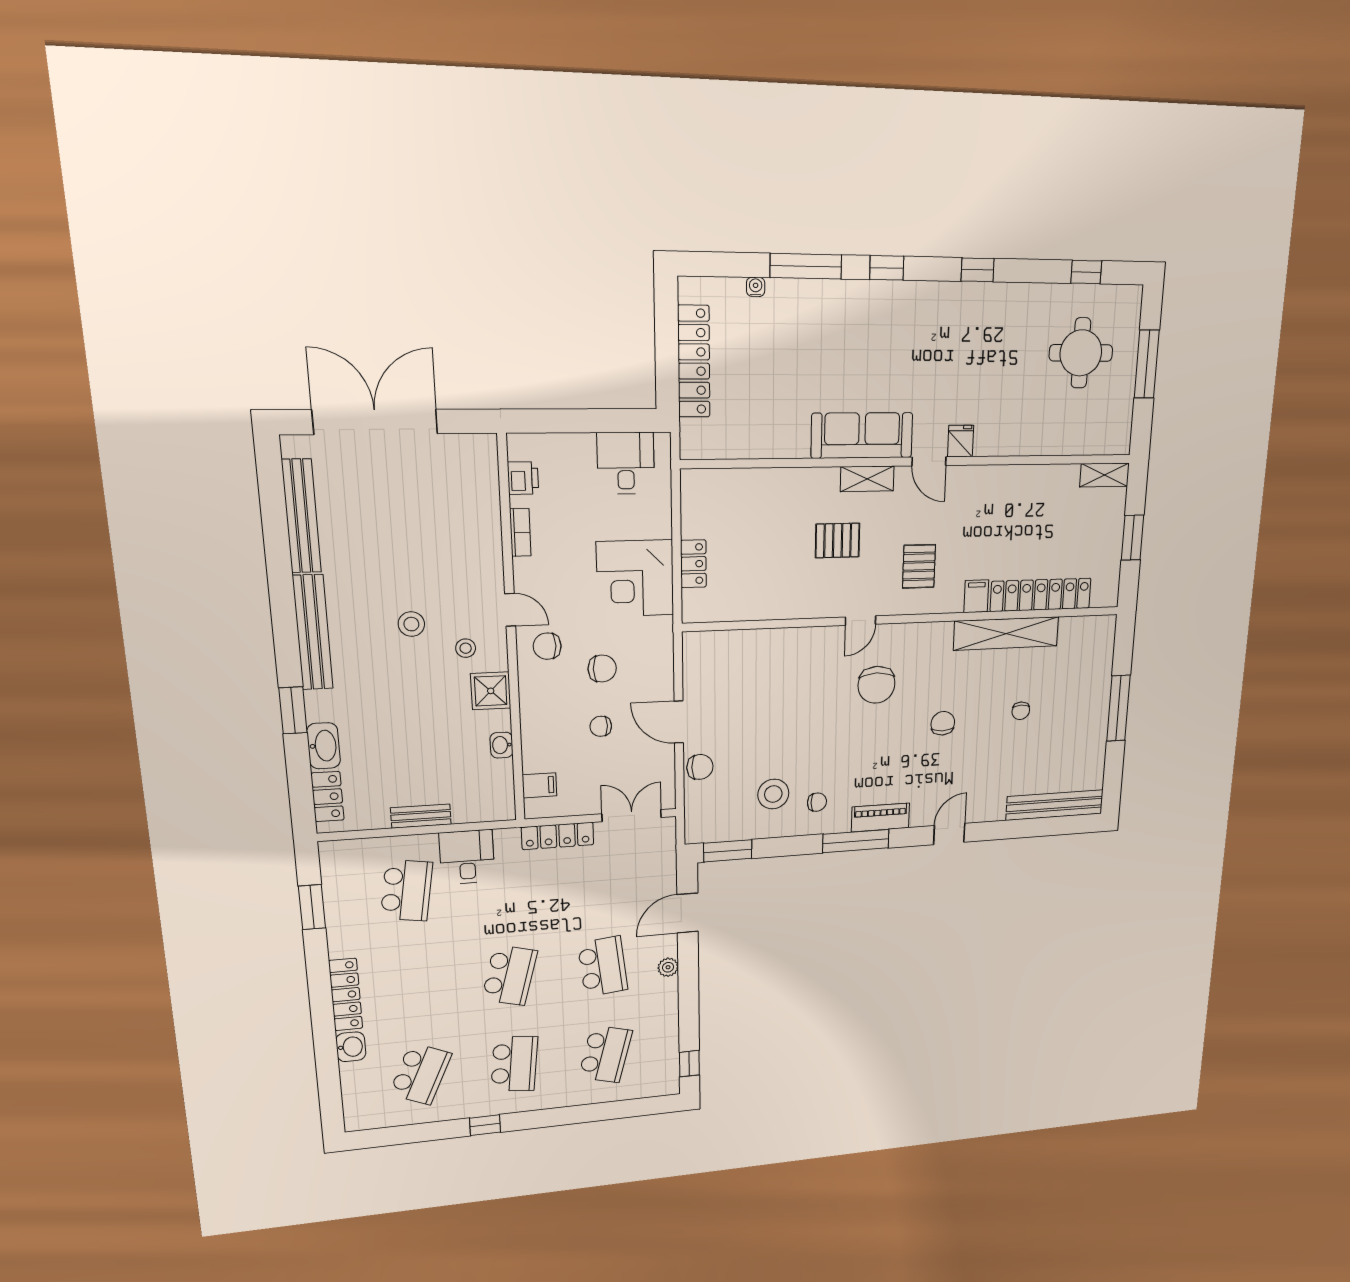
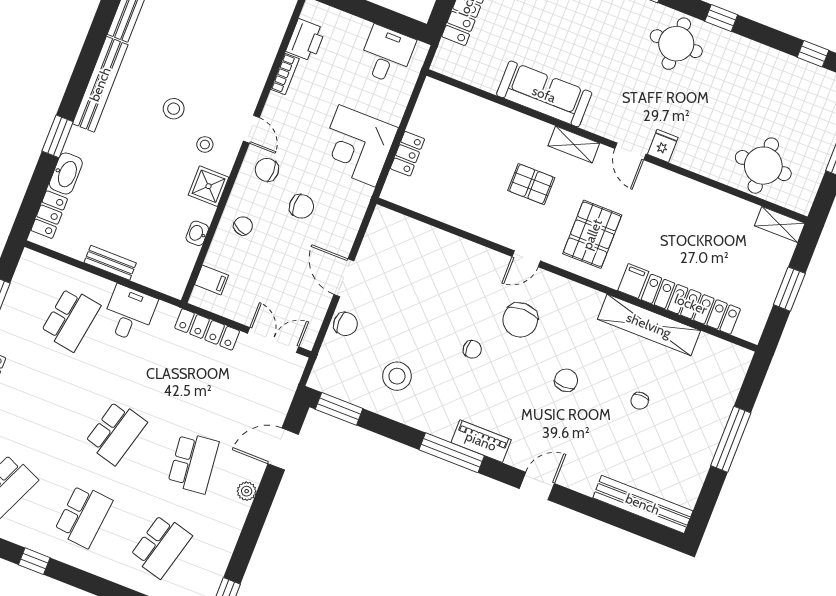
round table: (939, 320) -> (676, 44), added
round table: (1081, 353) -> (763, 166), moved
sofa: (862, 435) -> (544, 94), moved
printer: (523, 478) -> (306, 40), width x1.36, depth x1.24
pallet: (919, 566) -> (592, 234), width x1.50, depth x1.42
chair: (601, 726) -> (243, 226), moved, turned 114
chair: (817, 802) -> (472, 349), moved

